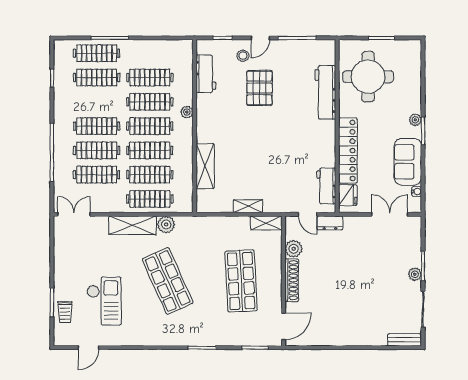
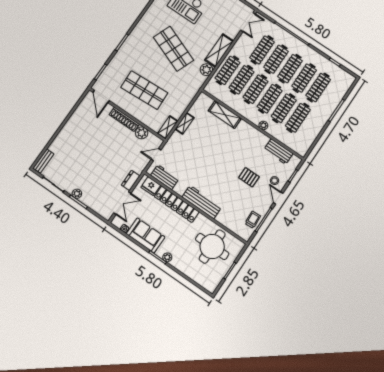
trolley: (306, 51) -> (253, 220), added
clothes rail: (97, 53) -> (304, 78), moved
pallet: (259, 88) -> (249, 177), width x0.67, depth x0.71
workbench: (325, 92) -> (202, 202), moved
dresser: (330, 223) -> (131, 180), moved
shop shelf: (168, 281) -> (173, 49), turned 45

